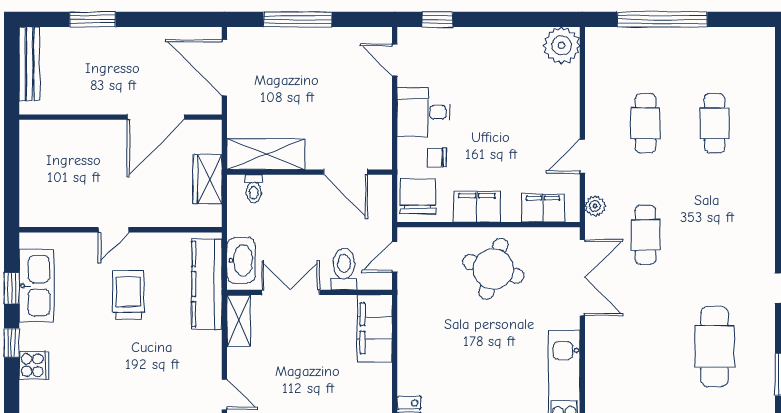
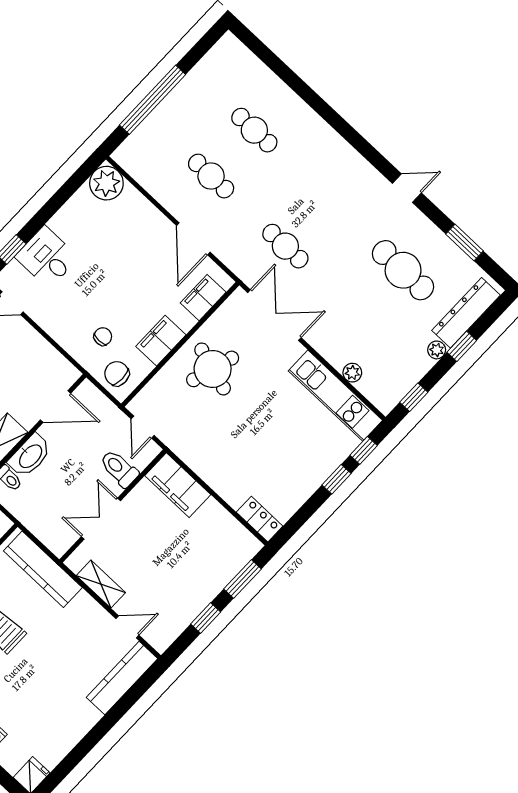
desk: (424, 112) -> (47, 257), moved, turned 90
door: (582, 156) -> (193, 239), width x1.38
chair: (437, 157) -> (103, 337), turned 180
chair: (418, 196) -> (117, 374), width x0.73, depth x0.73
plant: (595, 206) -> (352, 373), moved
washbasin: (241, 260) -> (30, 456), moved, turned 90
shelving: (239, 321) -> (101, 584), moved

